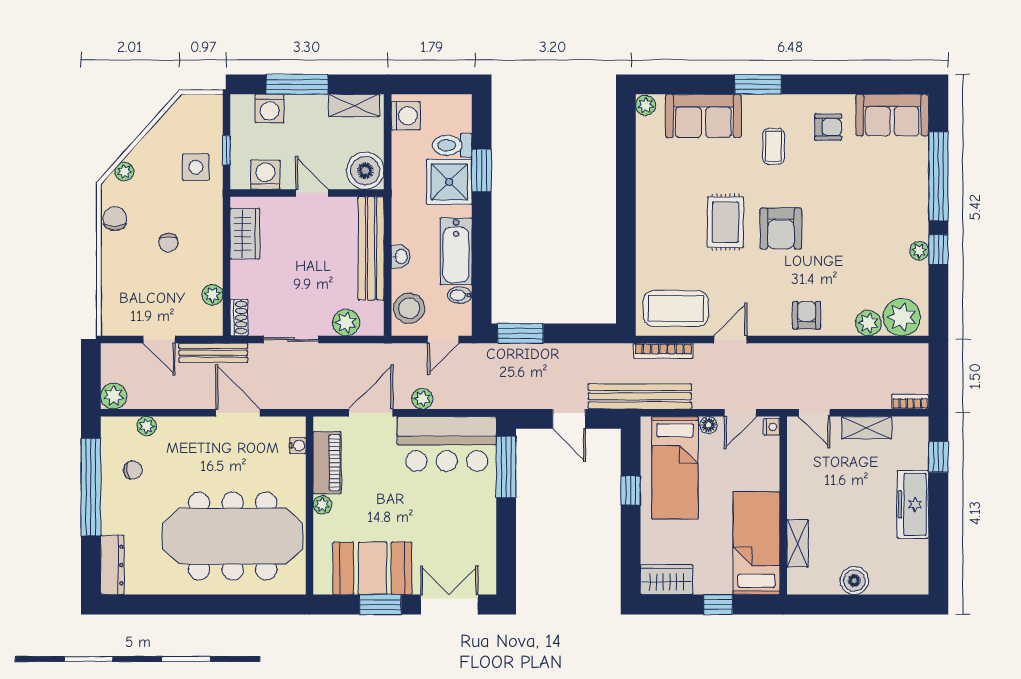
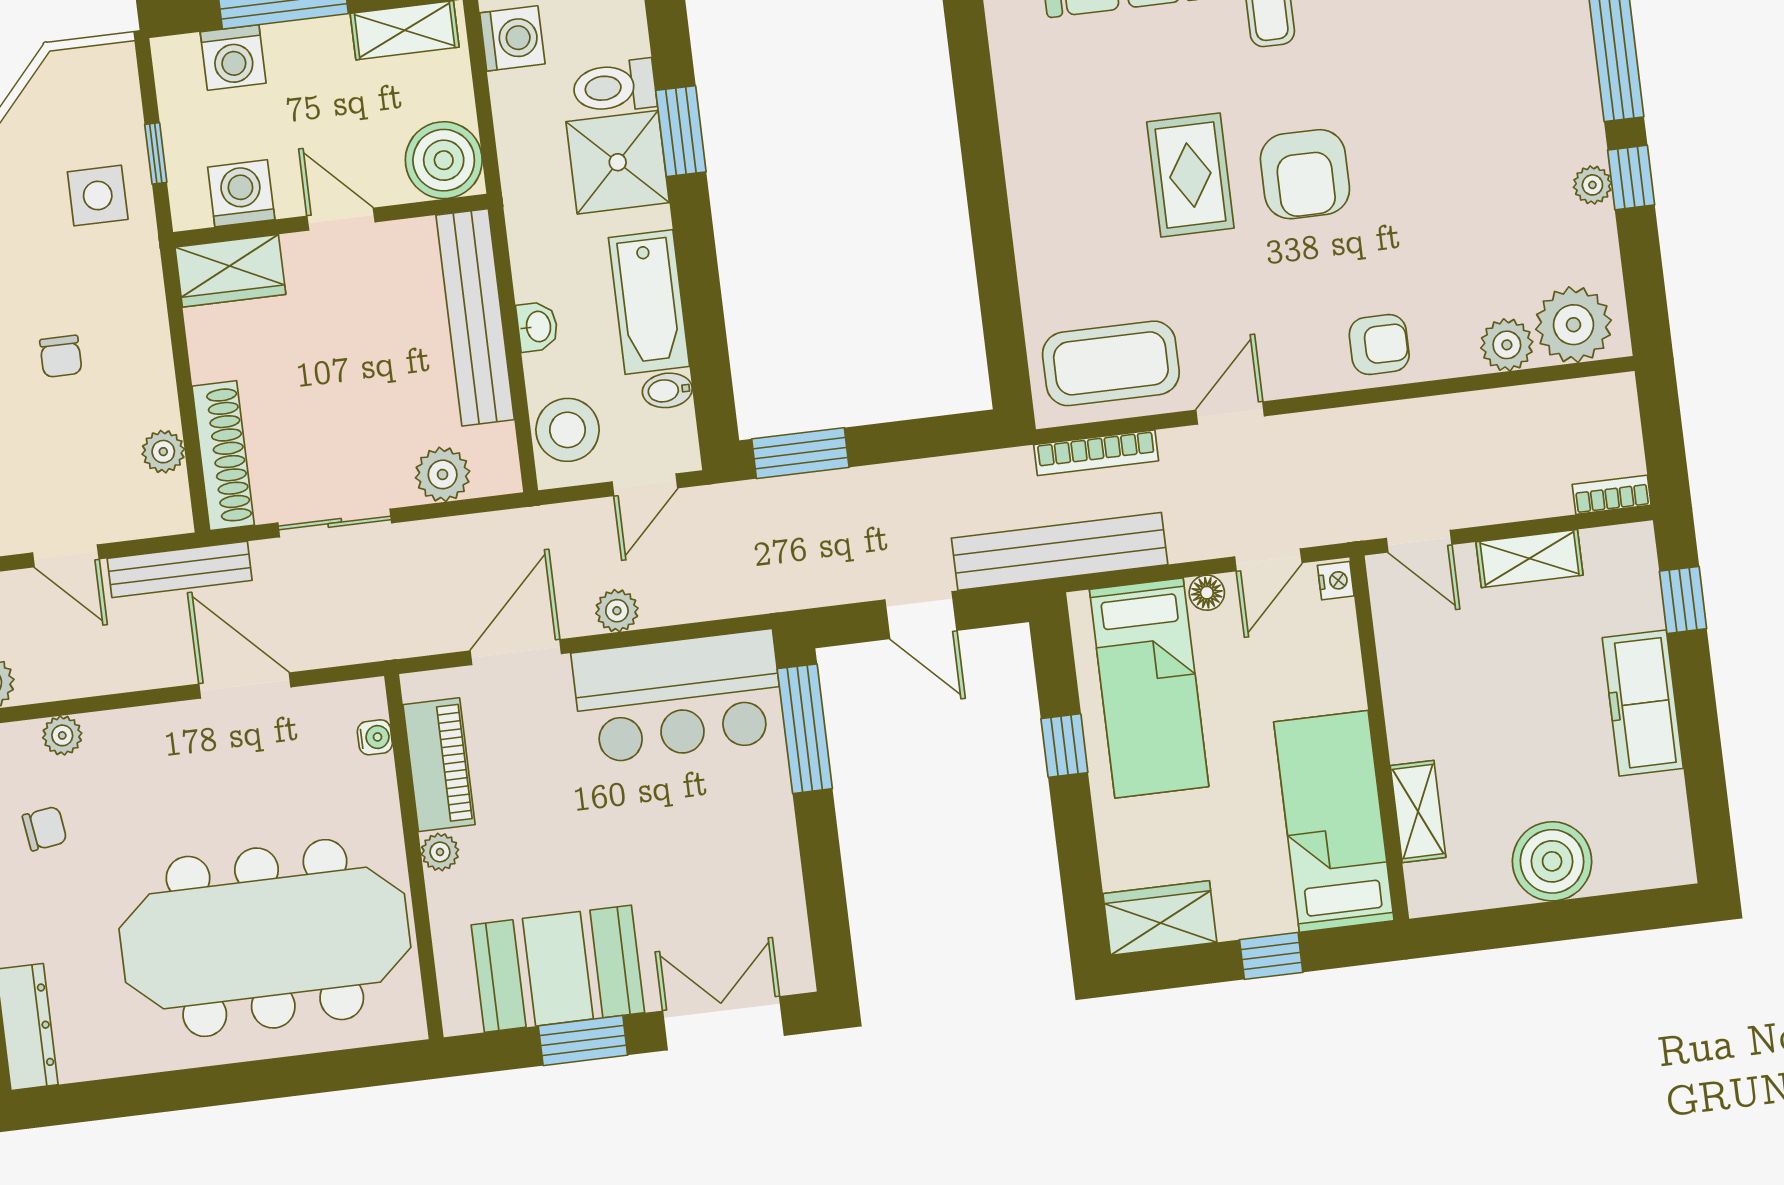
wardrobe: (245, 234) -> (230, 271), moved, turned 90
armchair: (807, 315) -> (1379, 344), turned 90
shoe rack: (239, 318) -> (223, 456), width x1.94, depth x1.24
boiler: (854, 581) -> (1552, 861), width x1.37, depth x1.37

